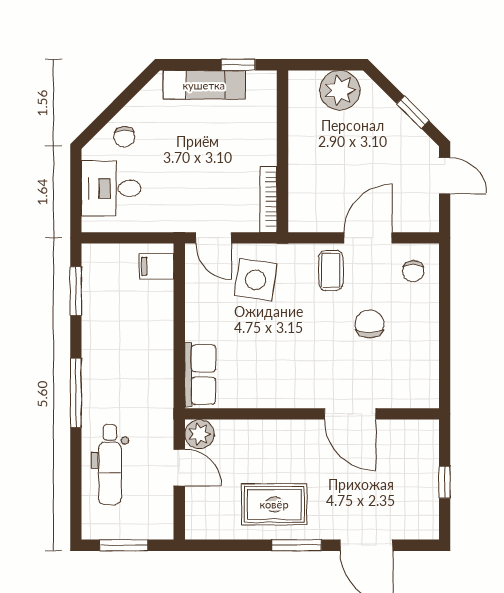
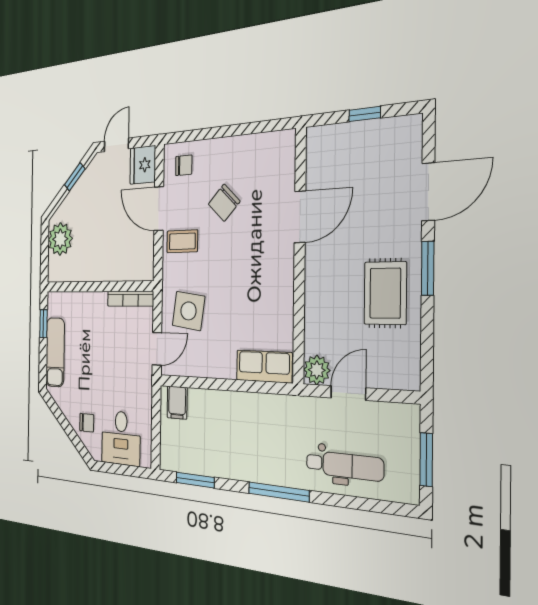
fridge: (418, 215) -> (143, 165), added
chair: (369, 324) -> (224, 203), turned -46

